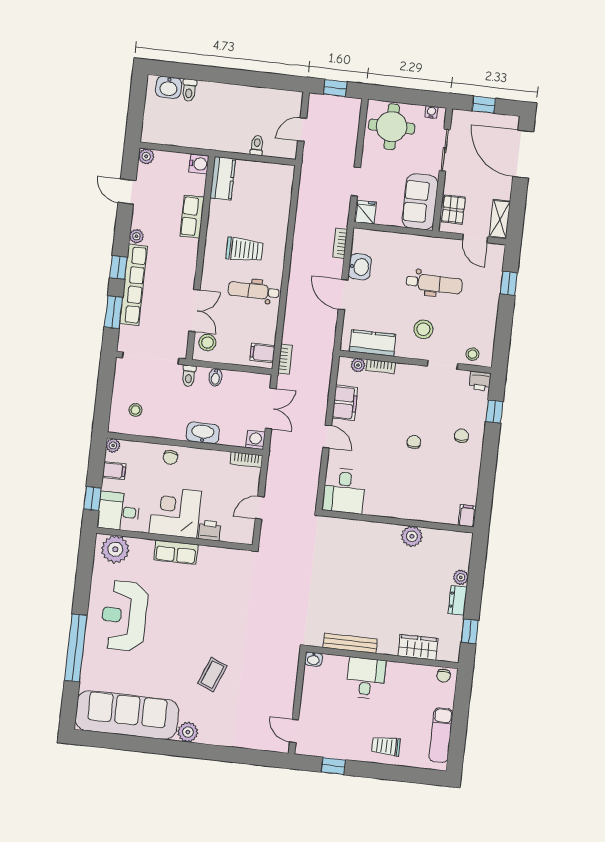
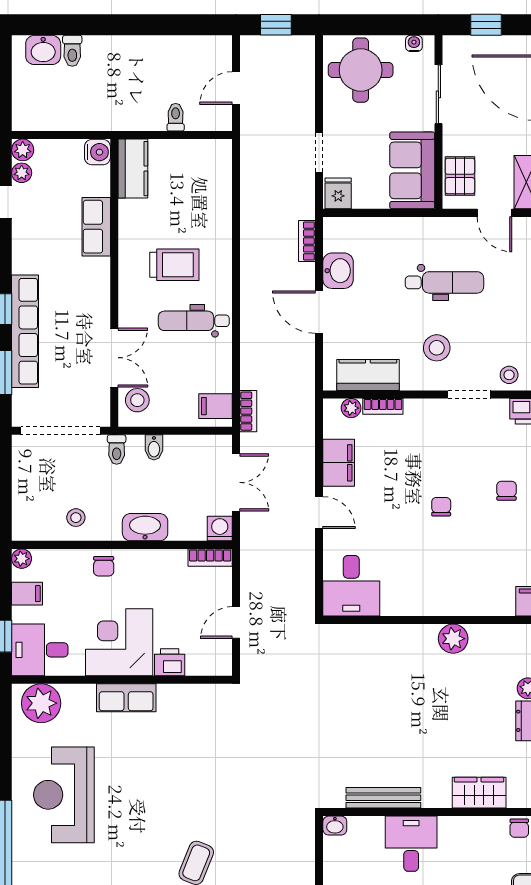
plant: (136, 236) -> (22, 173), moved
stool: (135, 410) -> (76, 518), moved

